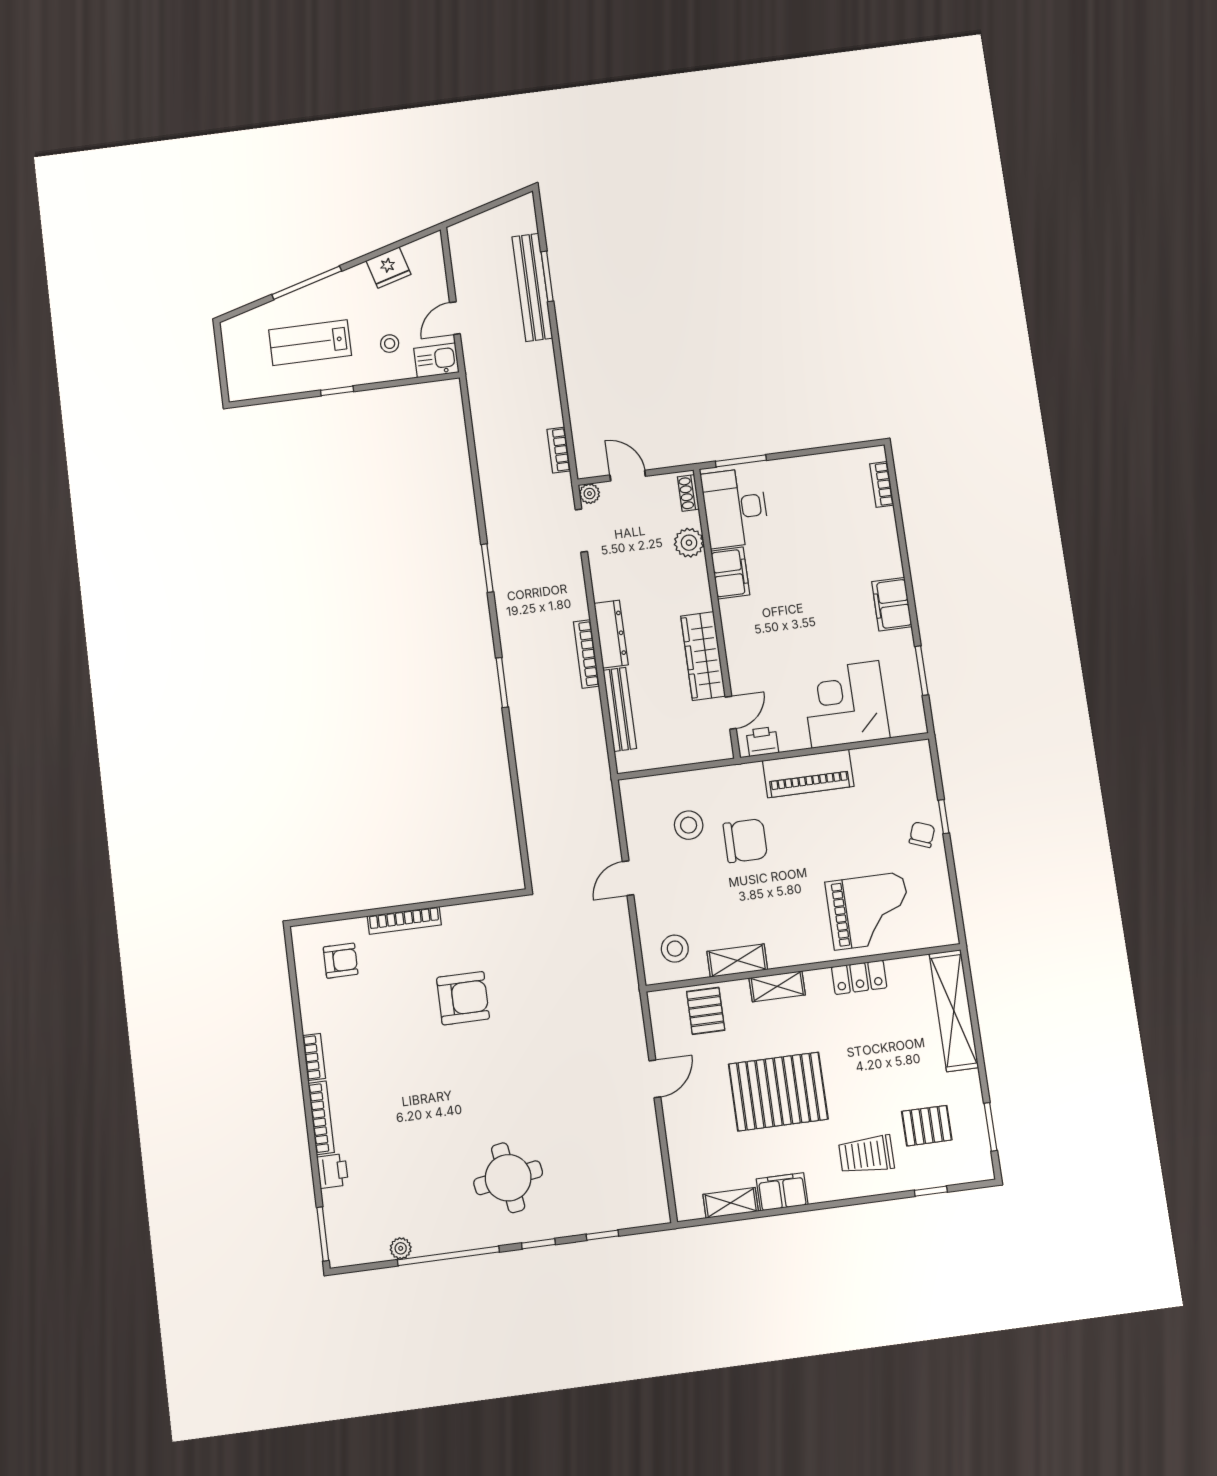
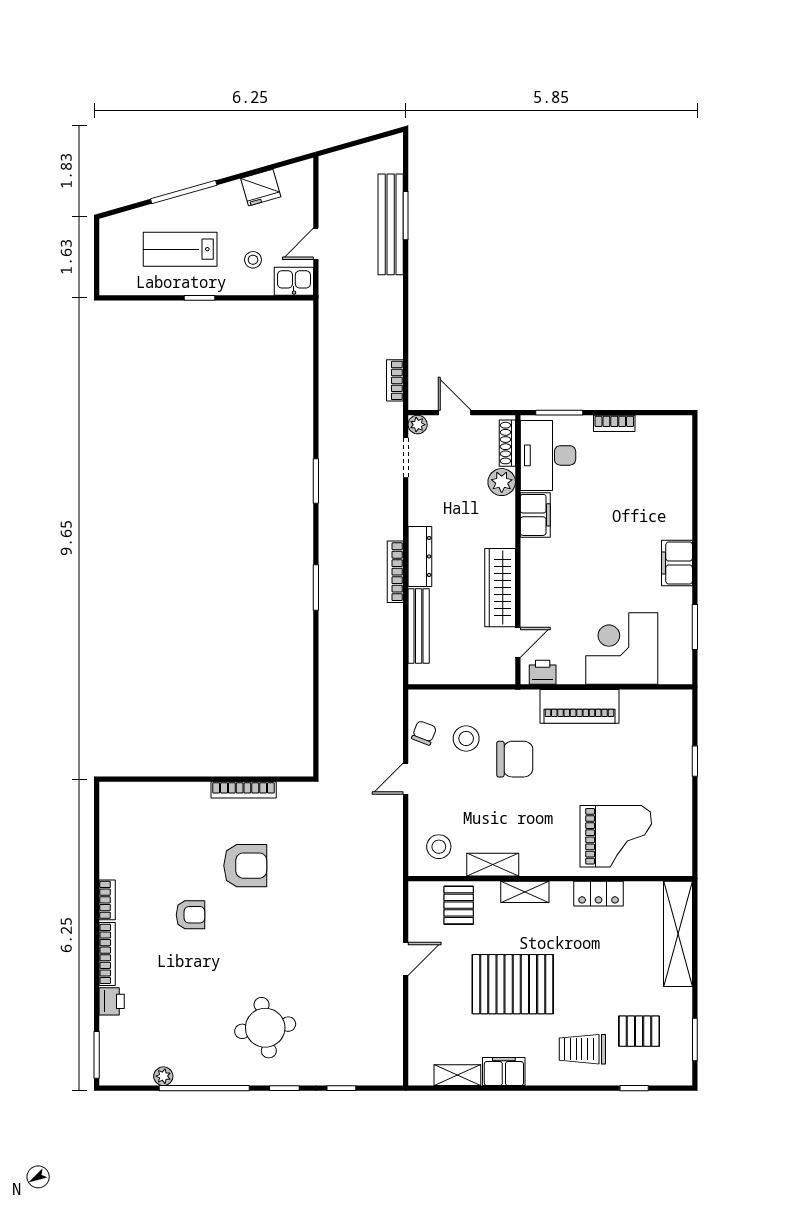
bookcase: (882, 484) -> (614, 423), moved, turned -90
shoe rack: (688, 493) -> (507, 443), width x1.43
chair: (922, 835) -> (424, 733), moved
bookcase: (404, 920) -> (244, 790), moved
armchair: (341, 961) -> (190, 915), moved

